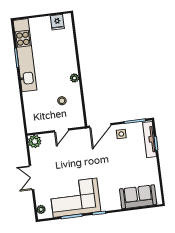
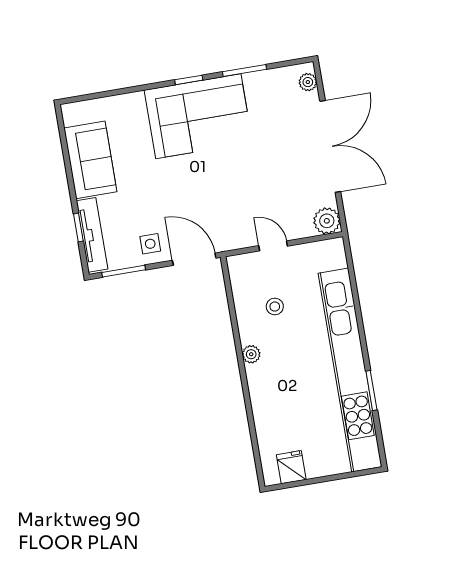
kitchen unit: (25, 55) -> (350, 370), width x1.36
door: (100, 125) -> (194, 259), hinge flipped
door: (61, 130) -> (273, 246), hinge flipped
double door: (32, 178) -> (330, 146), width x1.87
sofa: (138, 197) -> (90, 160), moved, turned -90
corner sofa: (75, 198) -> (198, 116), moved

